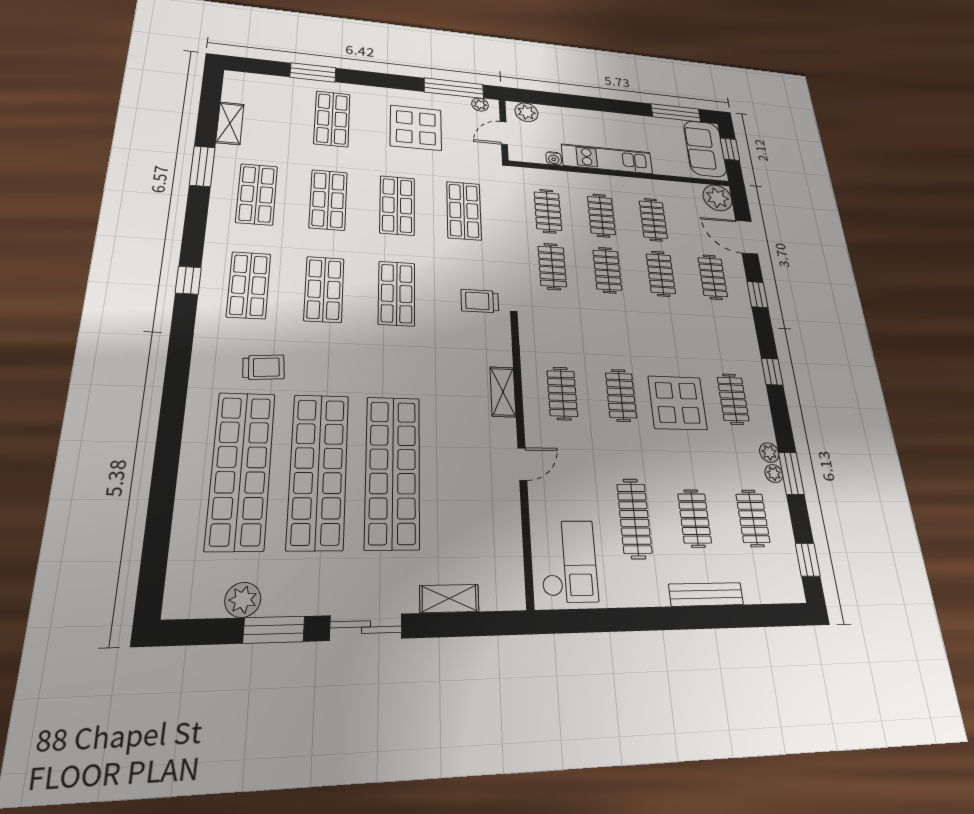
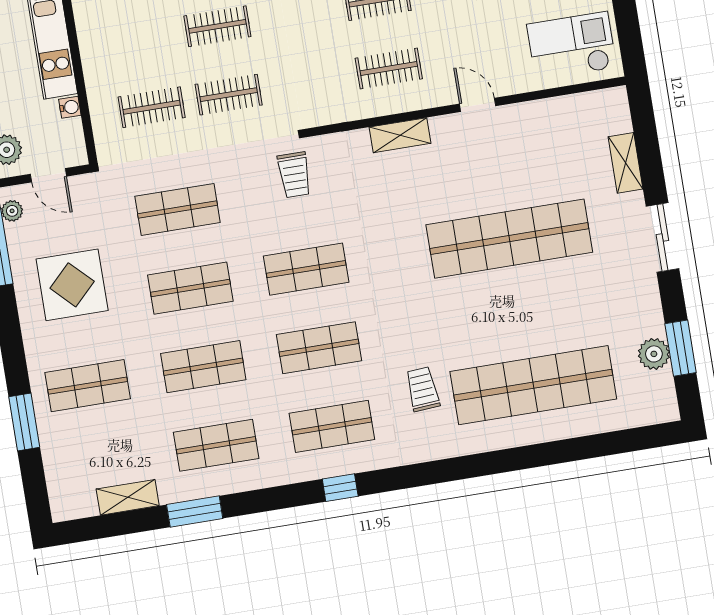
clothes rail: (601, 215) -> (140, 39), removed
shop shelf: (318, 471) -> (521, 312), removed
window: (274, 630) -> (681, 348), moved

